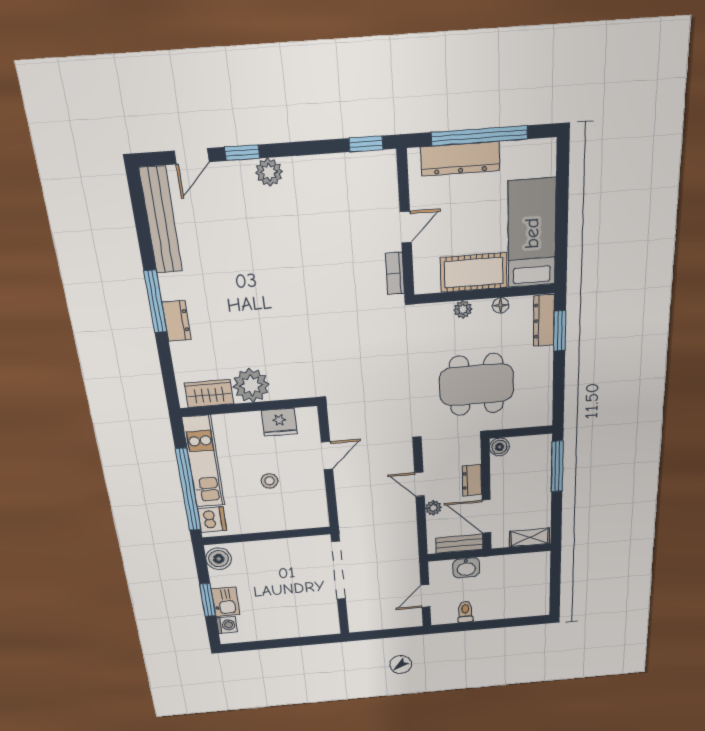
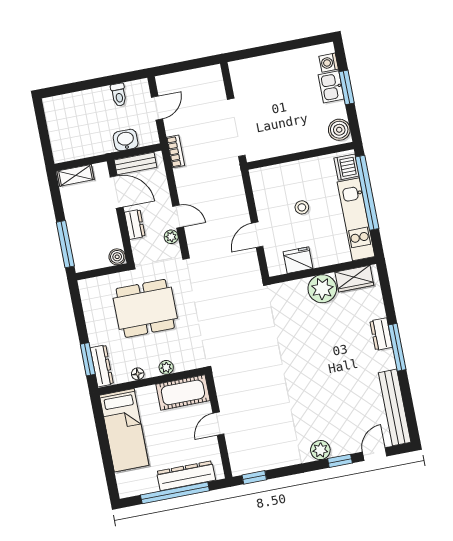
bookcase: (395, 273) -> (176, 151), moved
cot: (474, 273) -> (183, 392), moved
plant: (433, 508) -> (171, 237), moved

